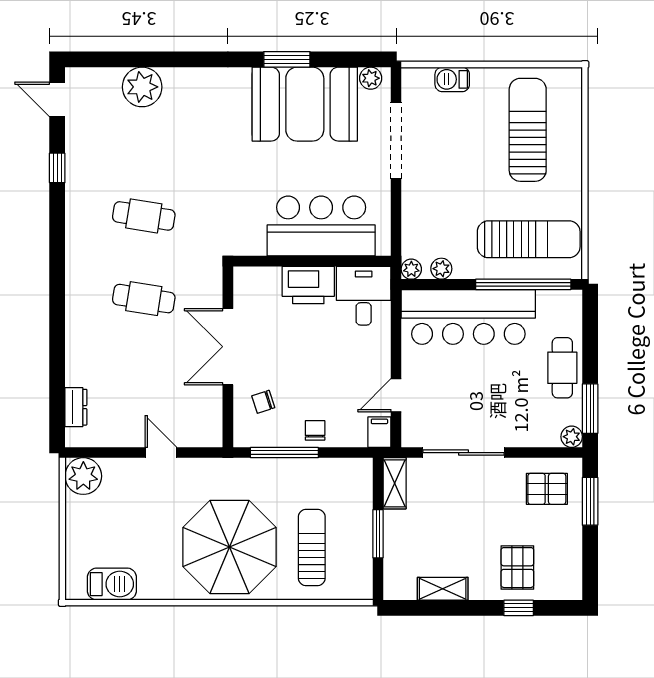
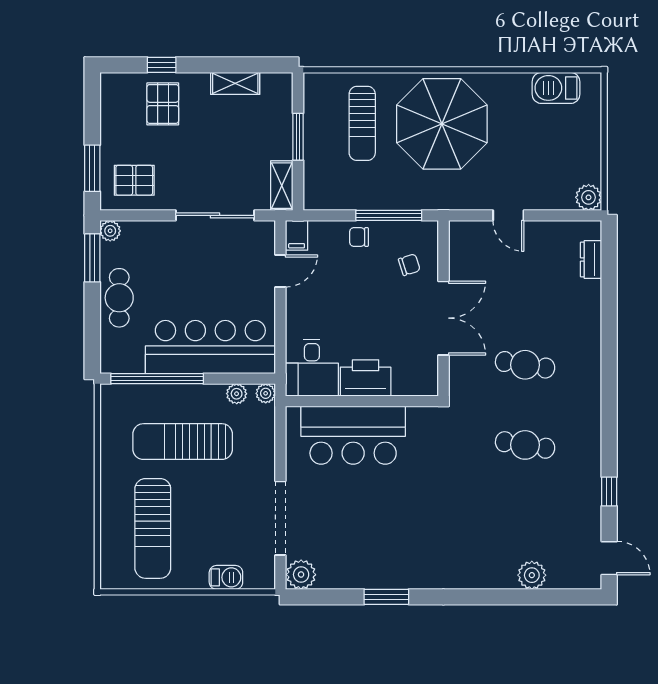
plant: (371, 78) -> (301, 575), width x1.38, depth x1.38
plant: (142, 87) -> (532, 575), width x0.73, depth x0.73
booth: (305, 104) -> (369, 553), removed
sun lounger: (529, 239) -> (183, 442), moved
chair: (315, 430) -> (359, 237), turned 90
plant: (83, 476) -> (589, 197), width x0.73, depth x0.73

